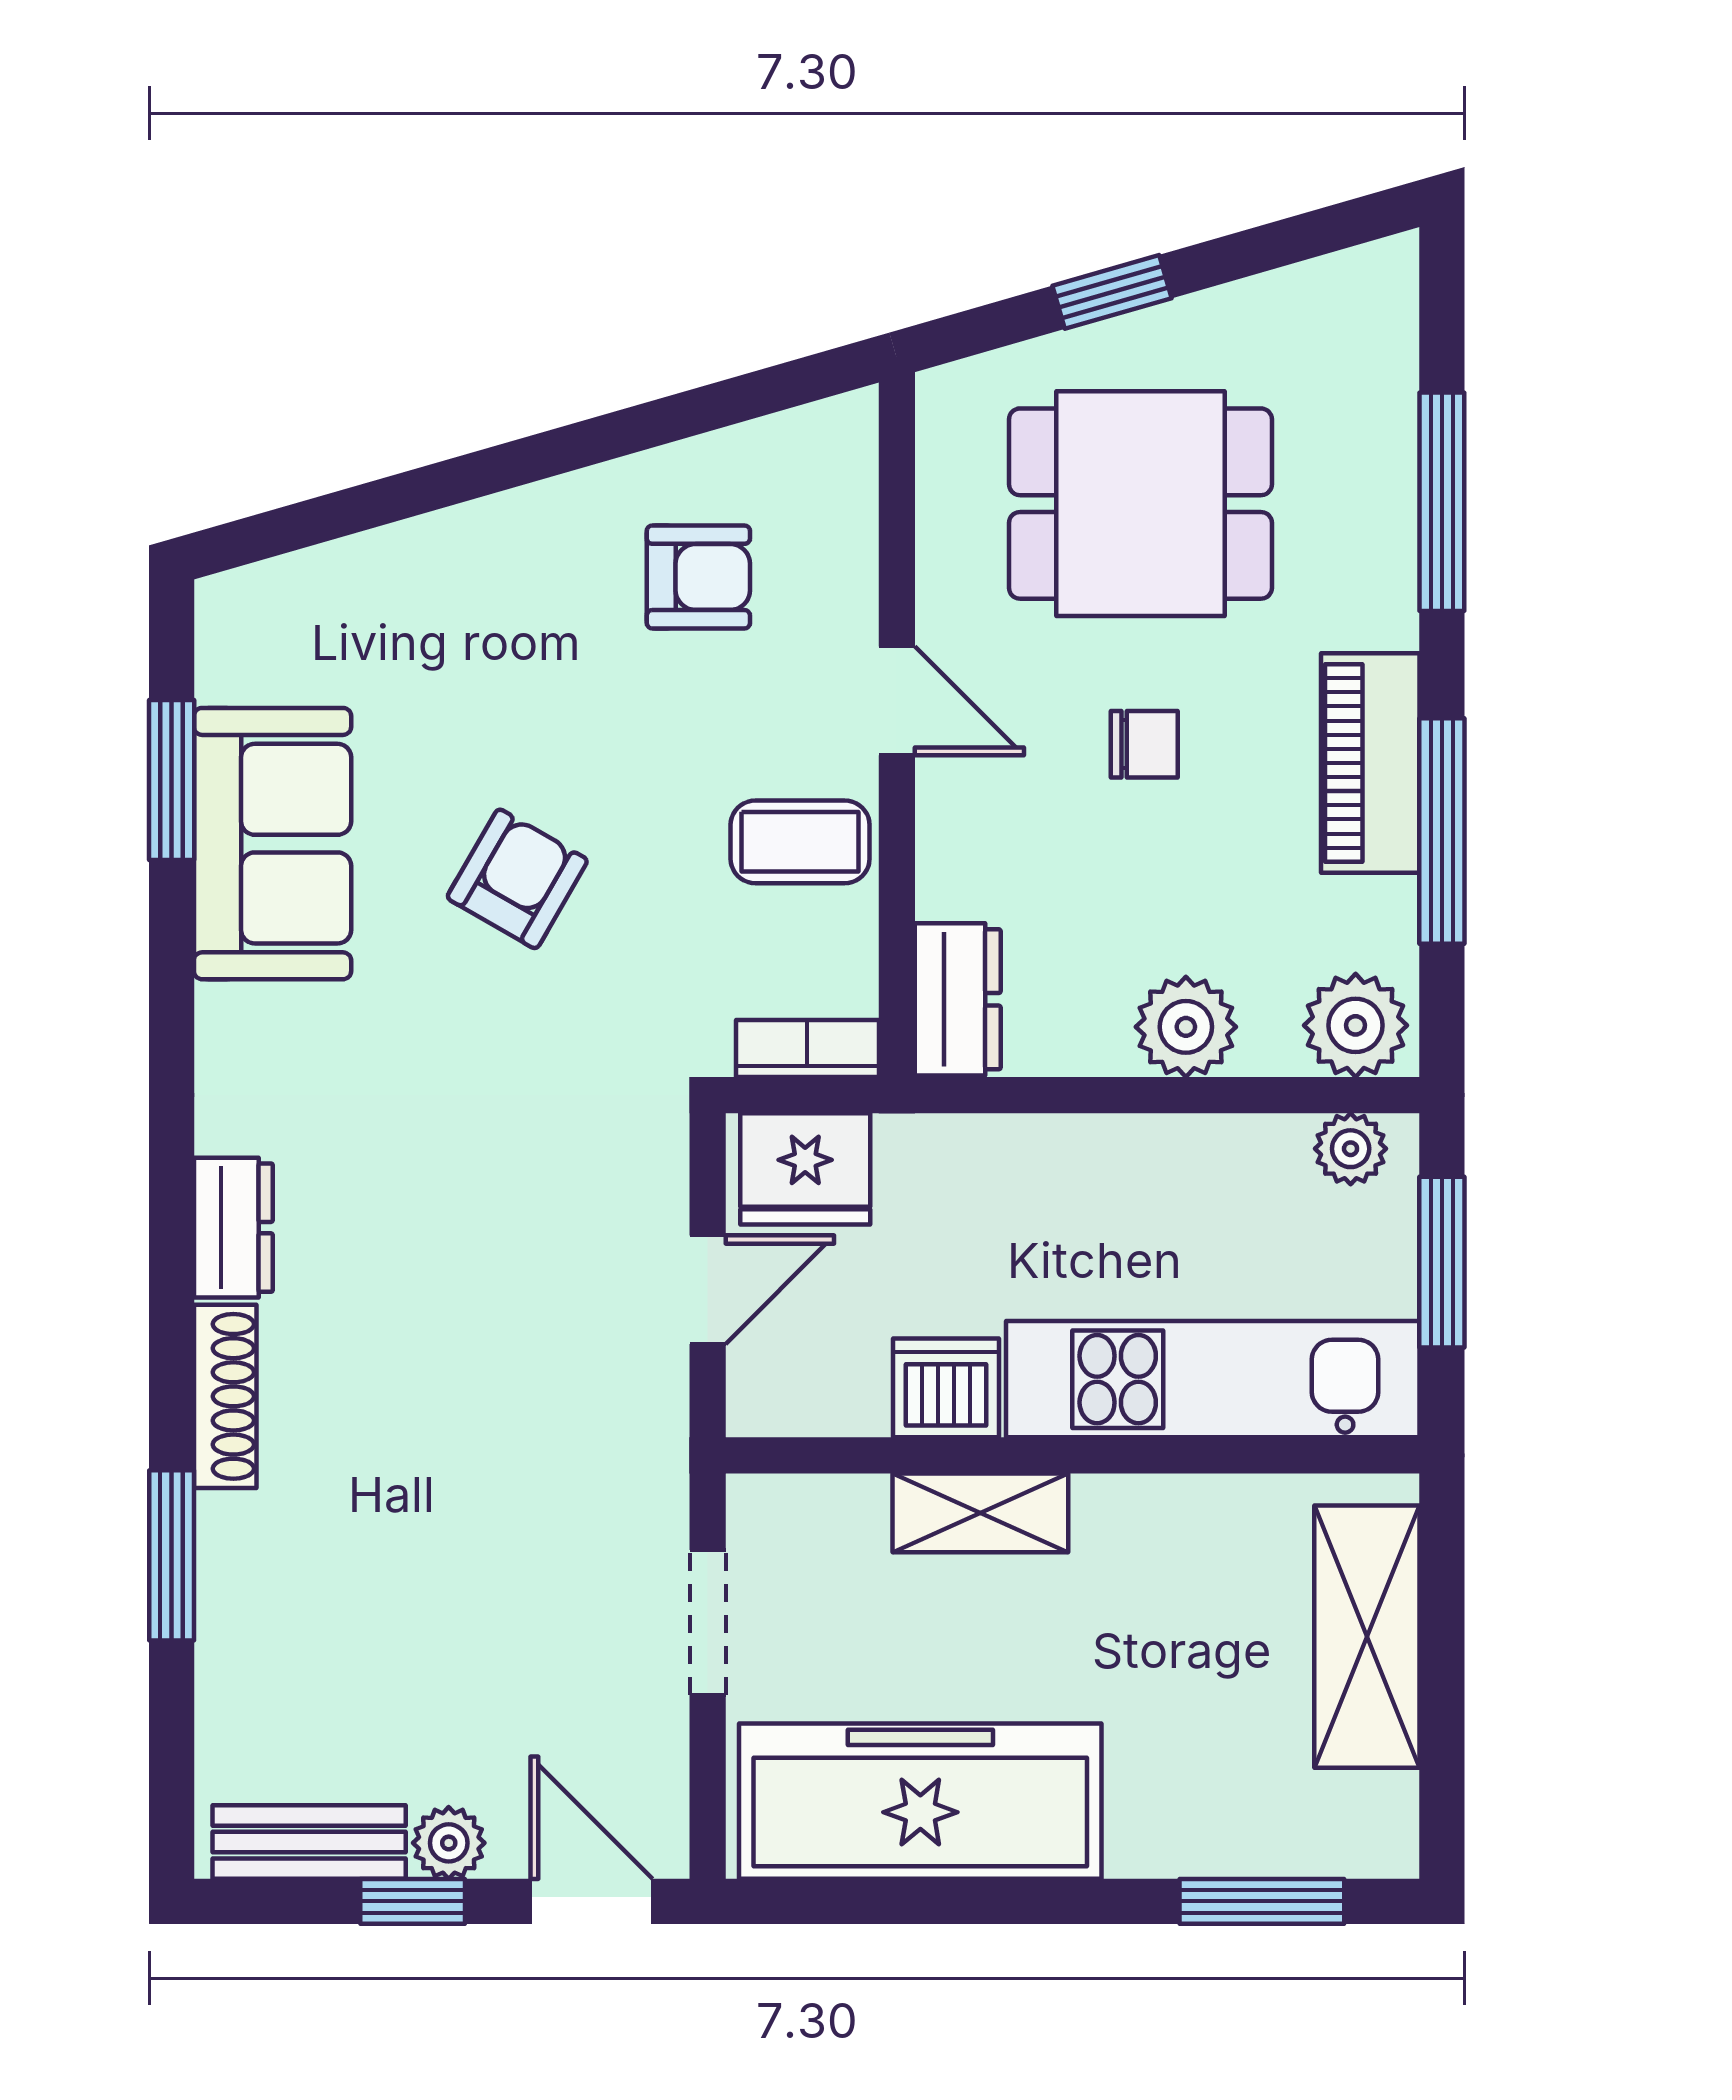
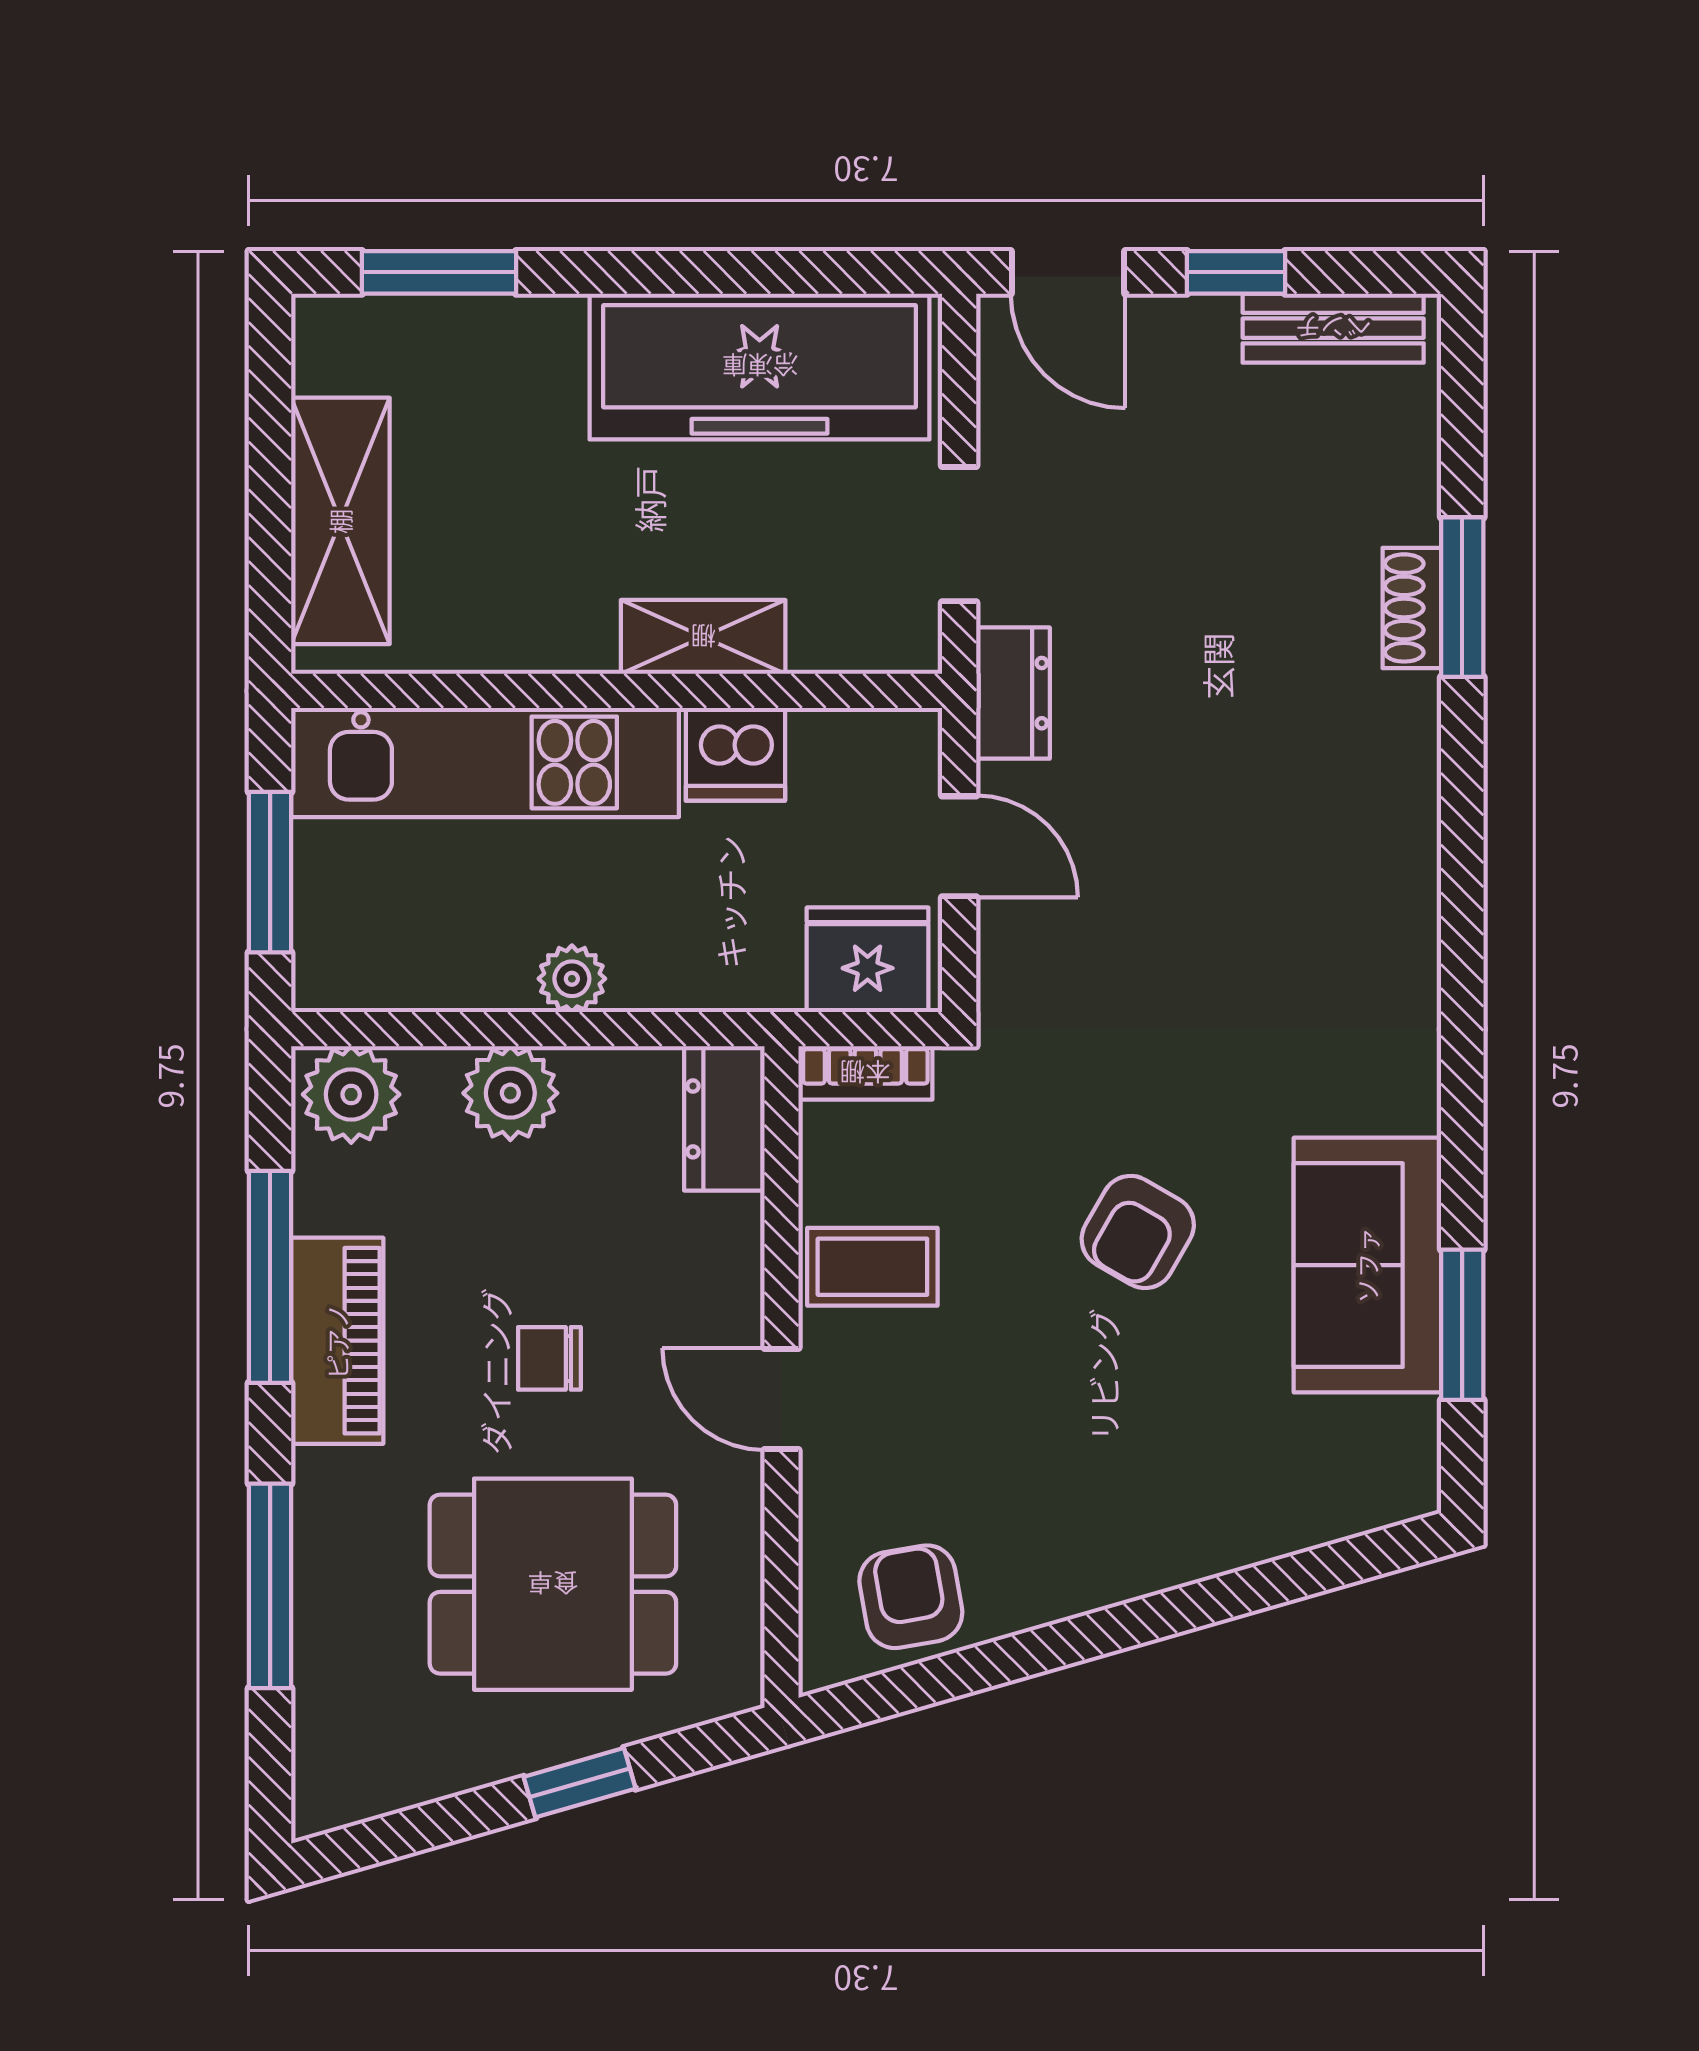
armchair: (698, 577) -> (911, 1597), moved, turned 80
plant: (1351, 1149) -> (572, 979), moved
dresser: (233, 1228) -> (1013, 693), moved, turned 180
door: (708, 1290) -> (959, 846), swing flipped
shoe rack: (225, 1396) -> (1412, 608), moved, width x0.70
plant: (449, 1843) -> (1202, 327), removed

